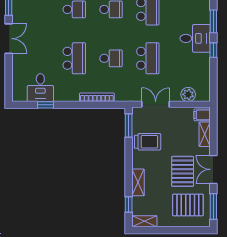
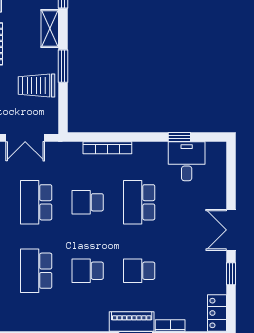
window: (129, 125) -> (63, 66), moved

